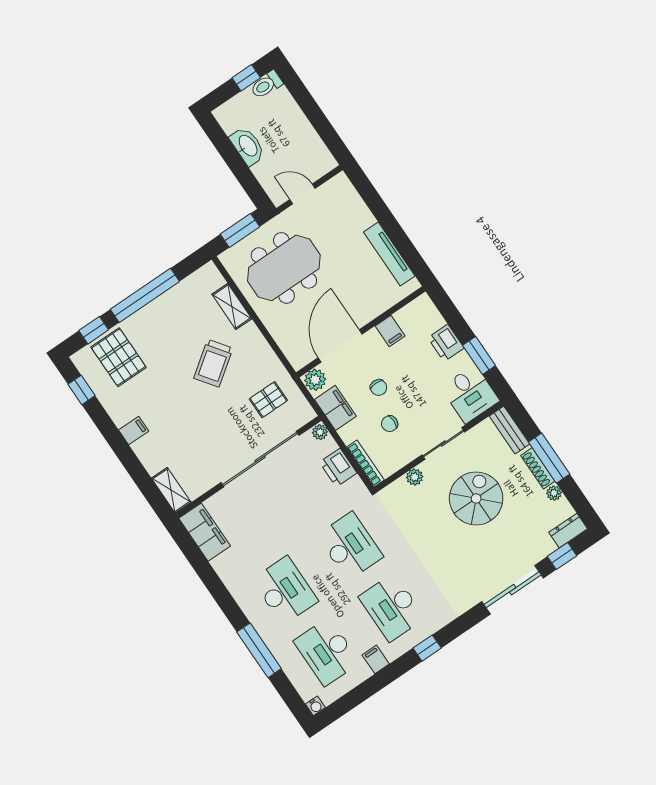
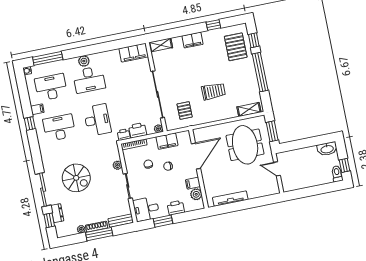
washbasin: (248, 146) -> (327, 149), moved
door: (303, 194) -> (277, 169), swing flipped
shelving: (232, 306) -> (249, 109), moved
door: (340, 346) -> (196, 156), hinge flipped
pallet: (119, 357) -> (236, 47), turned 90
trolley: (213, 363) -> (213, 91), turned 126
plant: (315, 380) -> (196, 194), moved
window: (81, 390) -> (213, 25), moved
filing cabinet: (134, 431) -> (192, 40), width x2.00
printer: (356, 489) -> (124, 135), added
spiral stairs: (476, 498) -> (76, 178), moved
dresser: (568, 531) -> (57, 213), moved
desk: (350, 546) -> (97, 120), turned -90
plant: (256, 613) -> (84, 61), added
window: (427, 648) -> (30, 123), moved
window: (259, 650) -> (48, 58), moved

